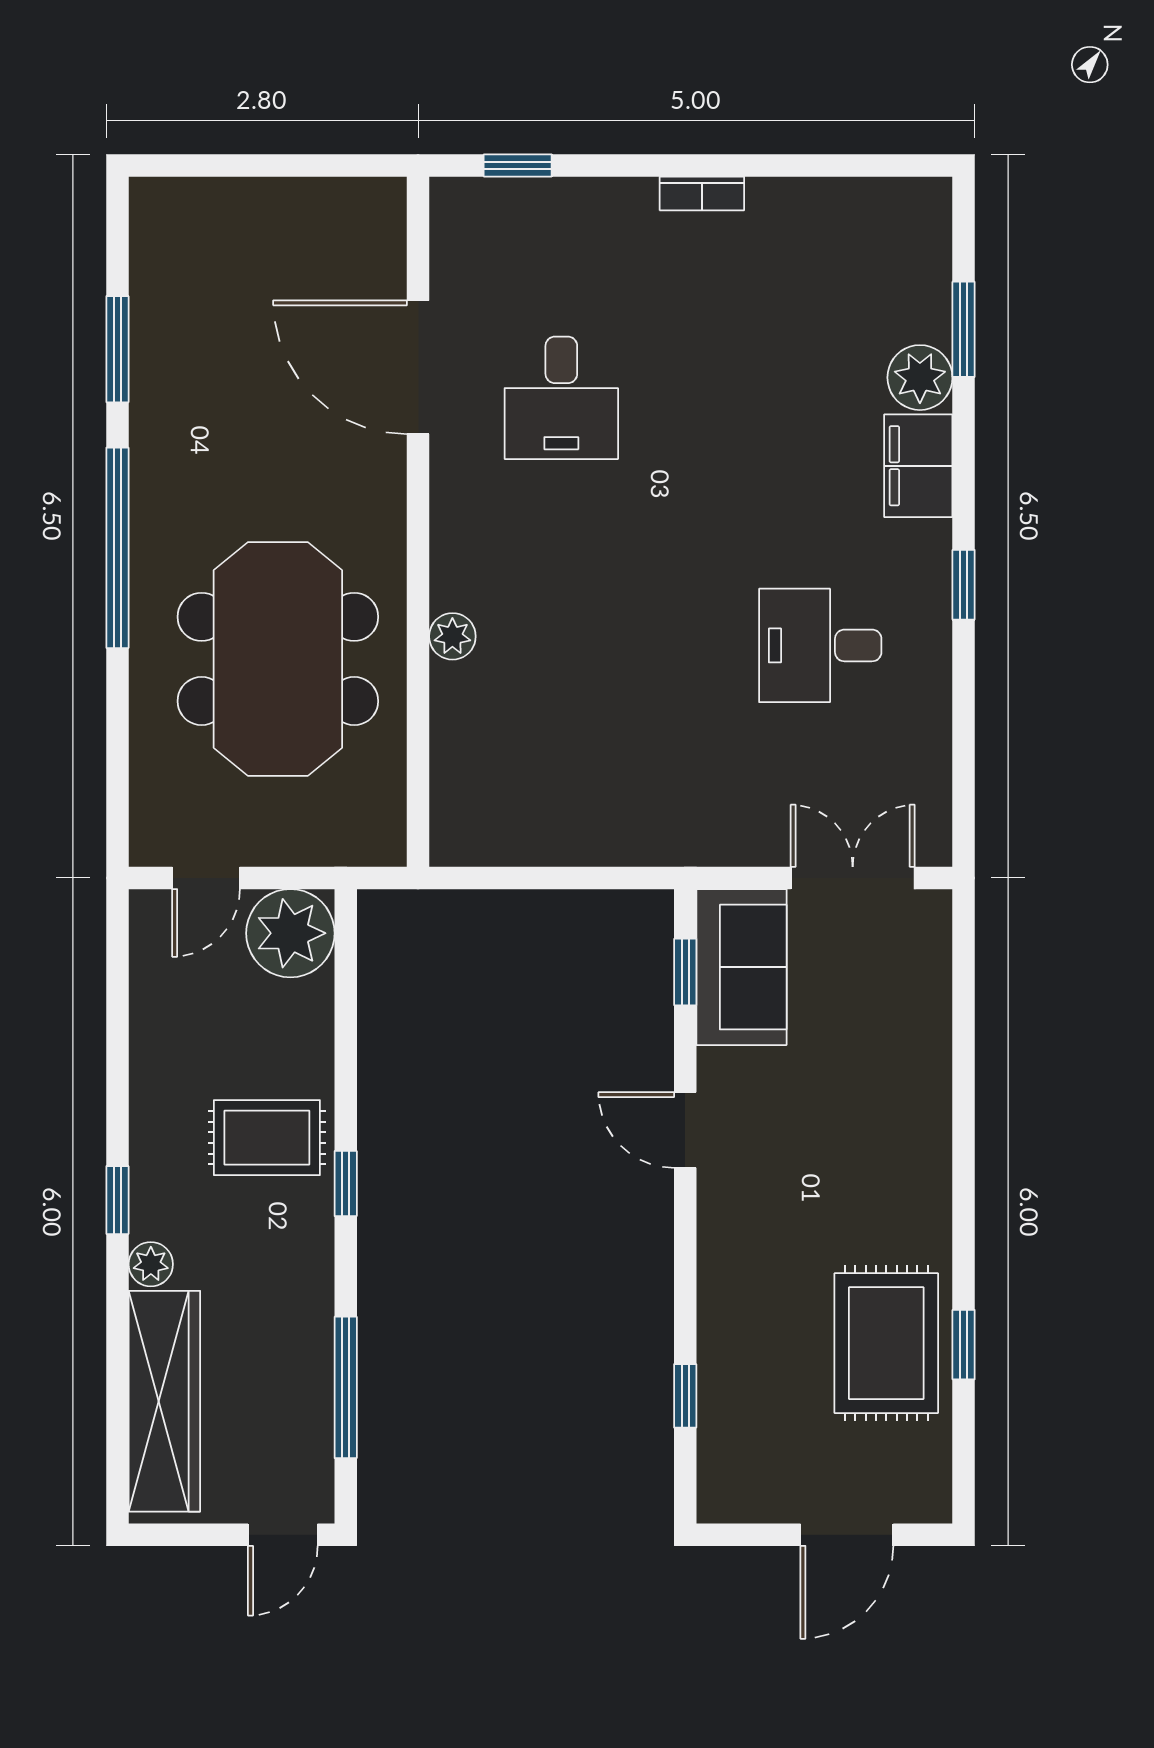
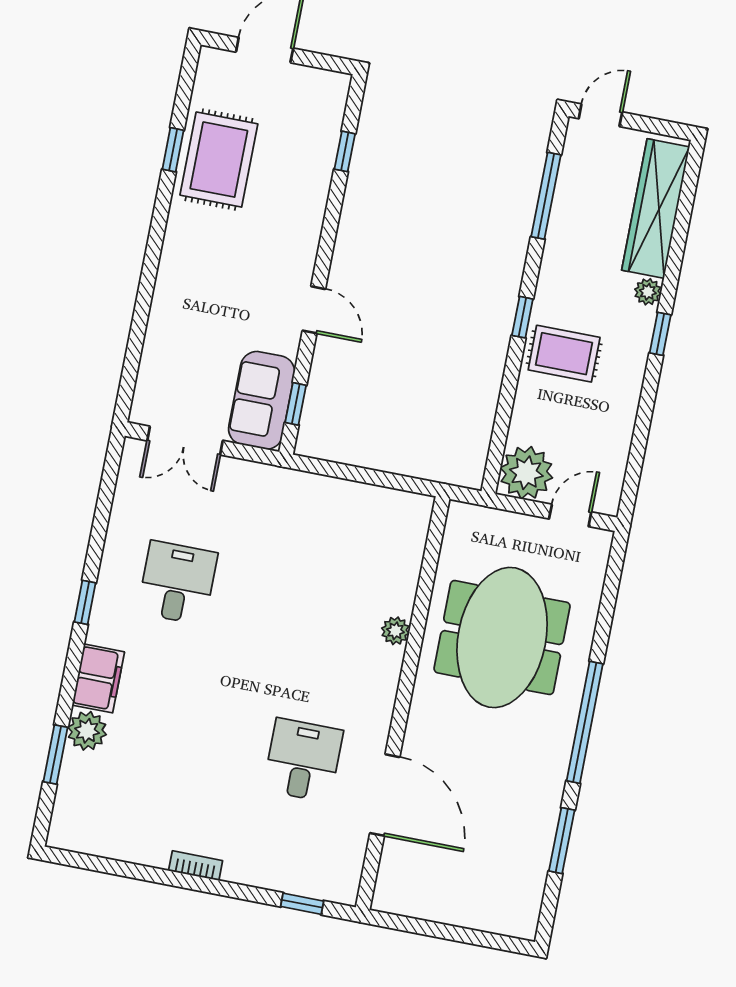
desk: (820, 645) -> (177, 583), turned -90

